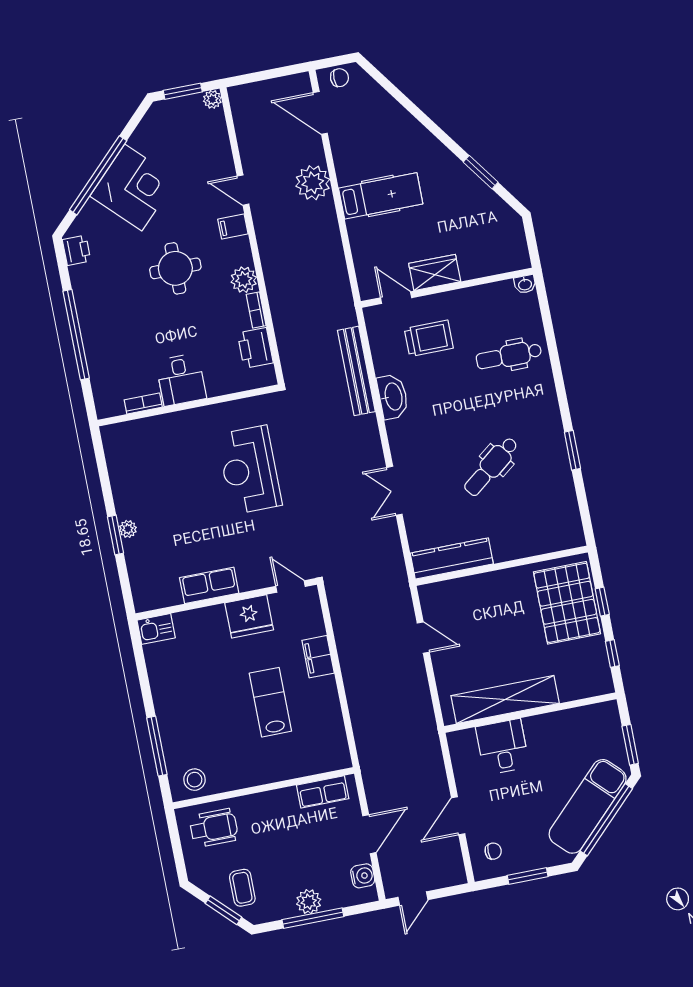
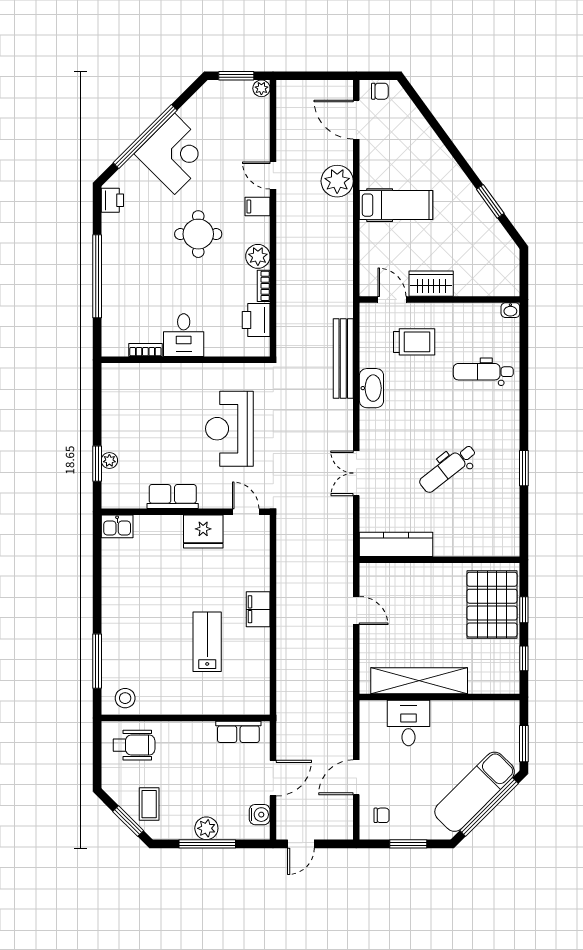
row of seats: (209, 585) -> (173, 497), moved
door: (290, 586) -> (246, 512), moved
wall: (226, 599) -> (186, 512), moved
fridge: (249, 616) -> (203, 532), moved
kitchen sink: (156, 629) -> (117, 526), moved

